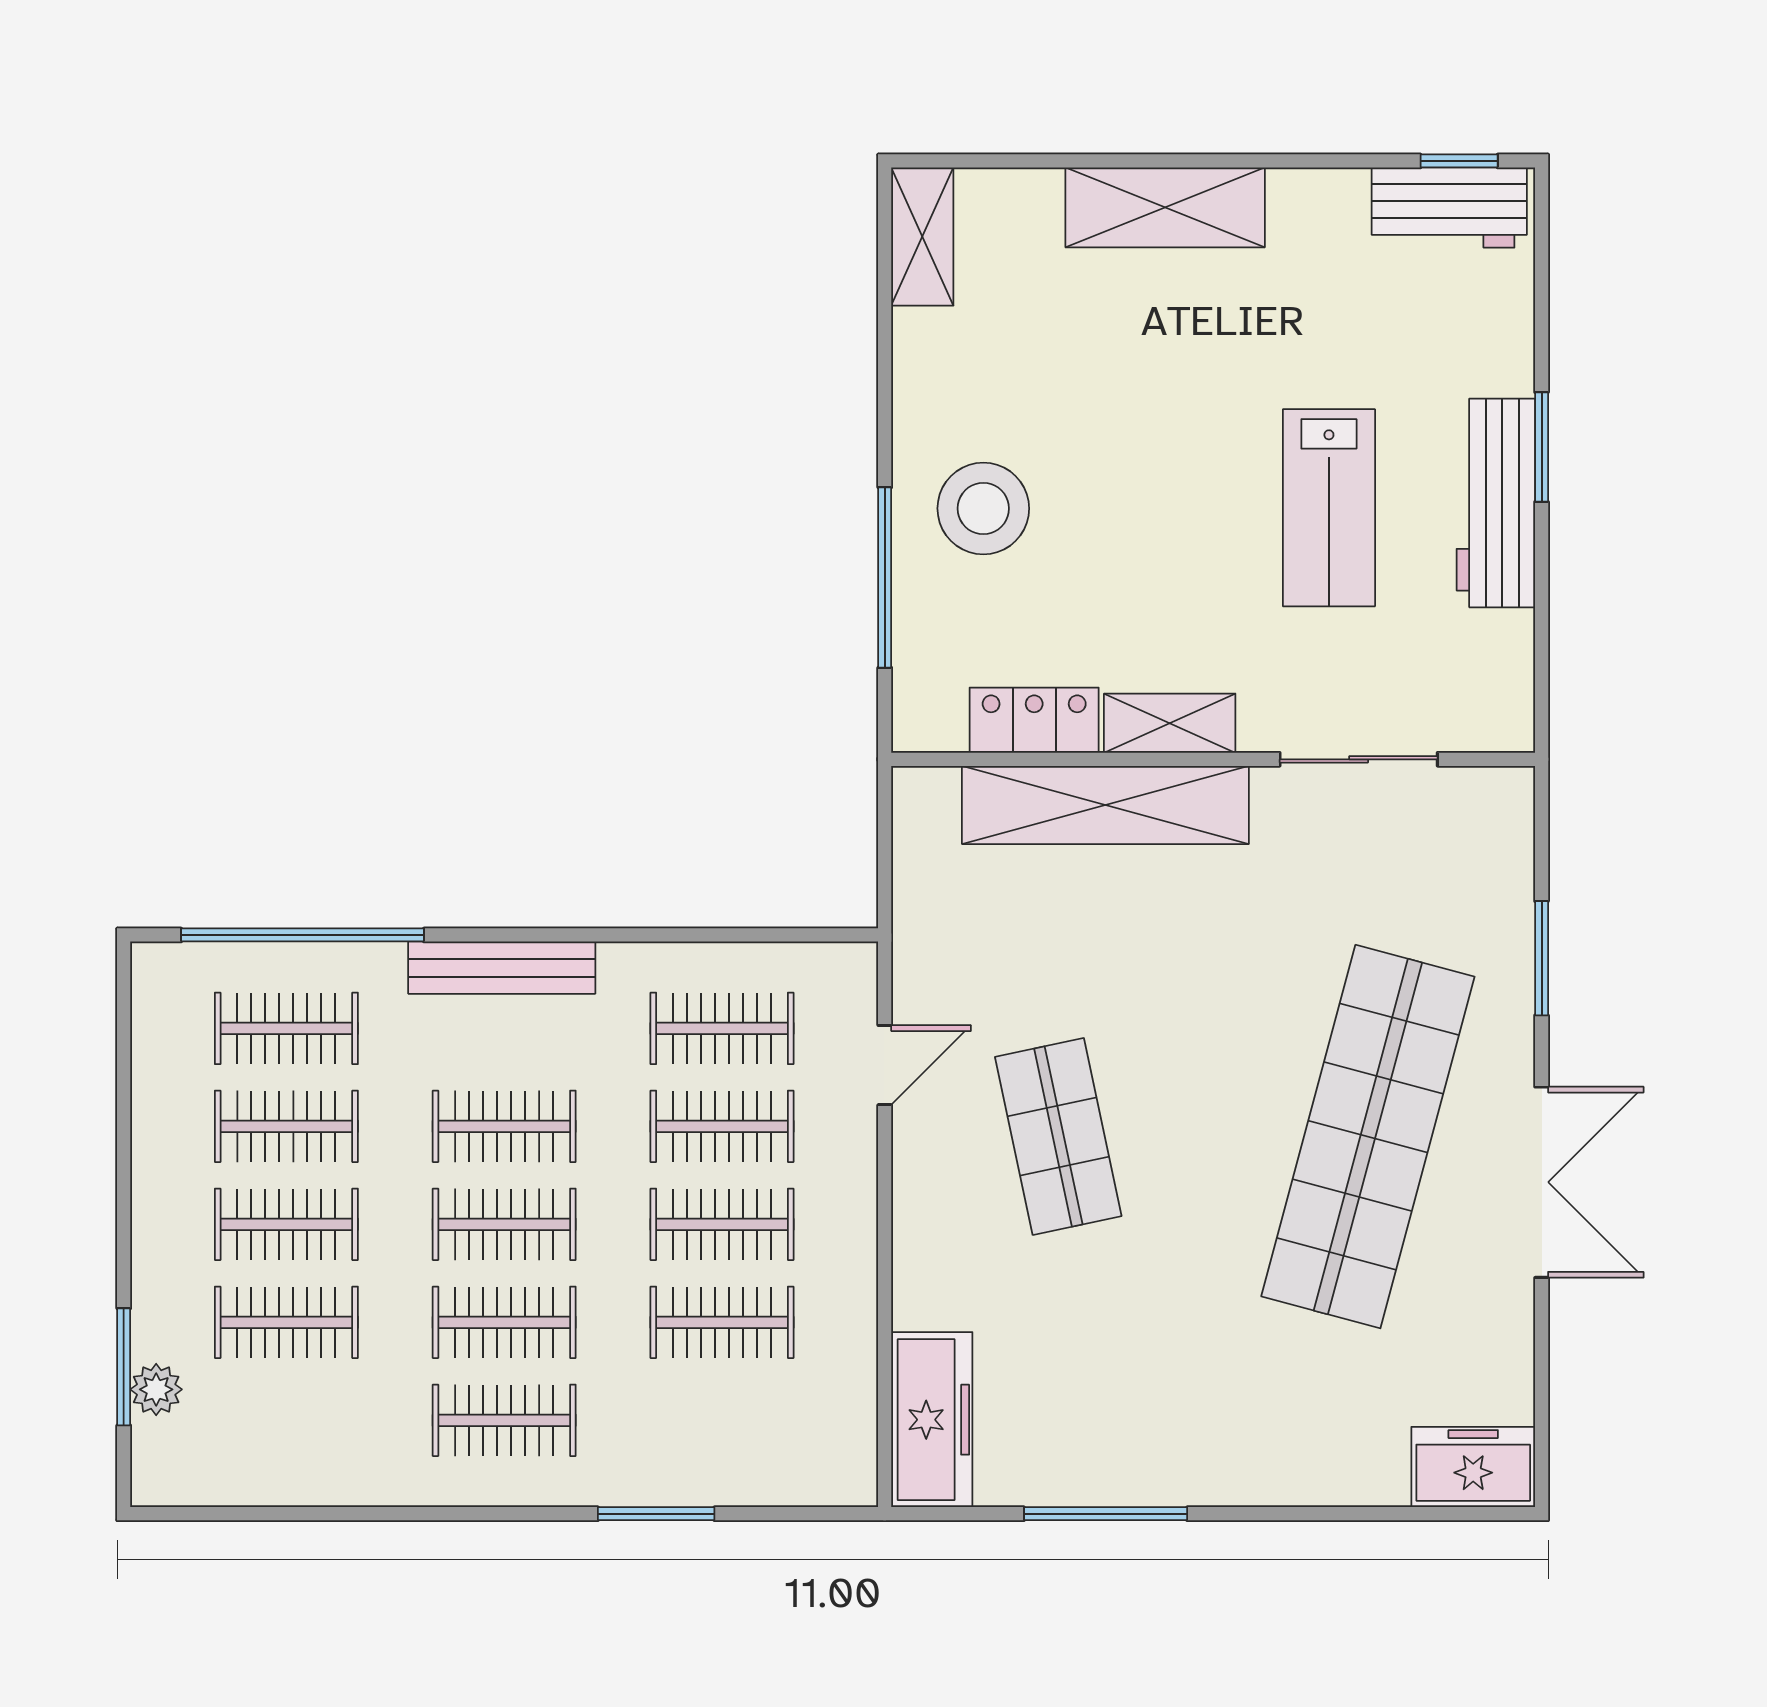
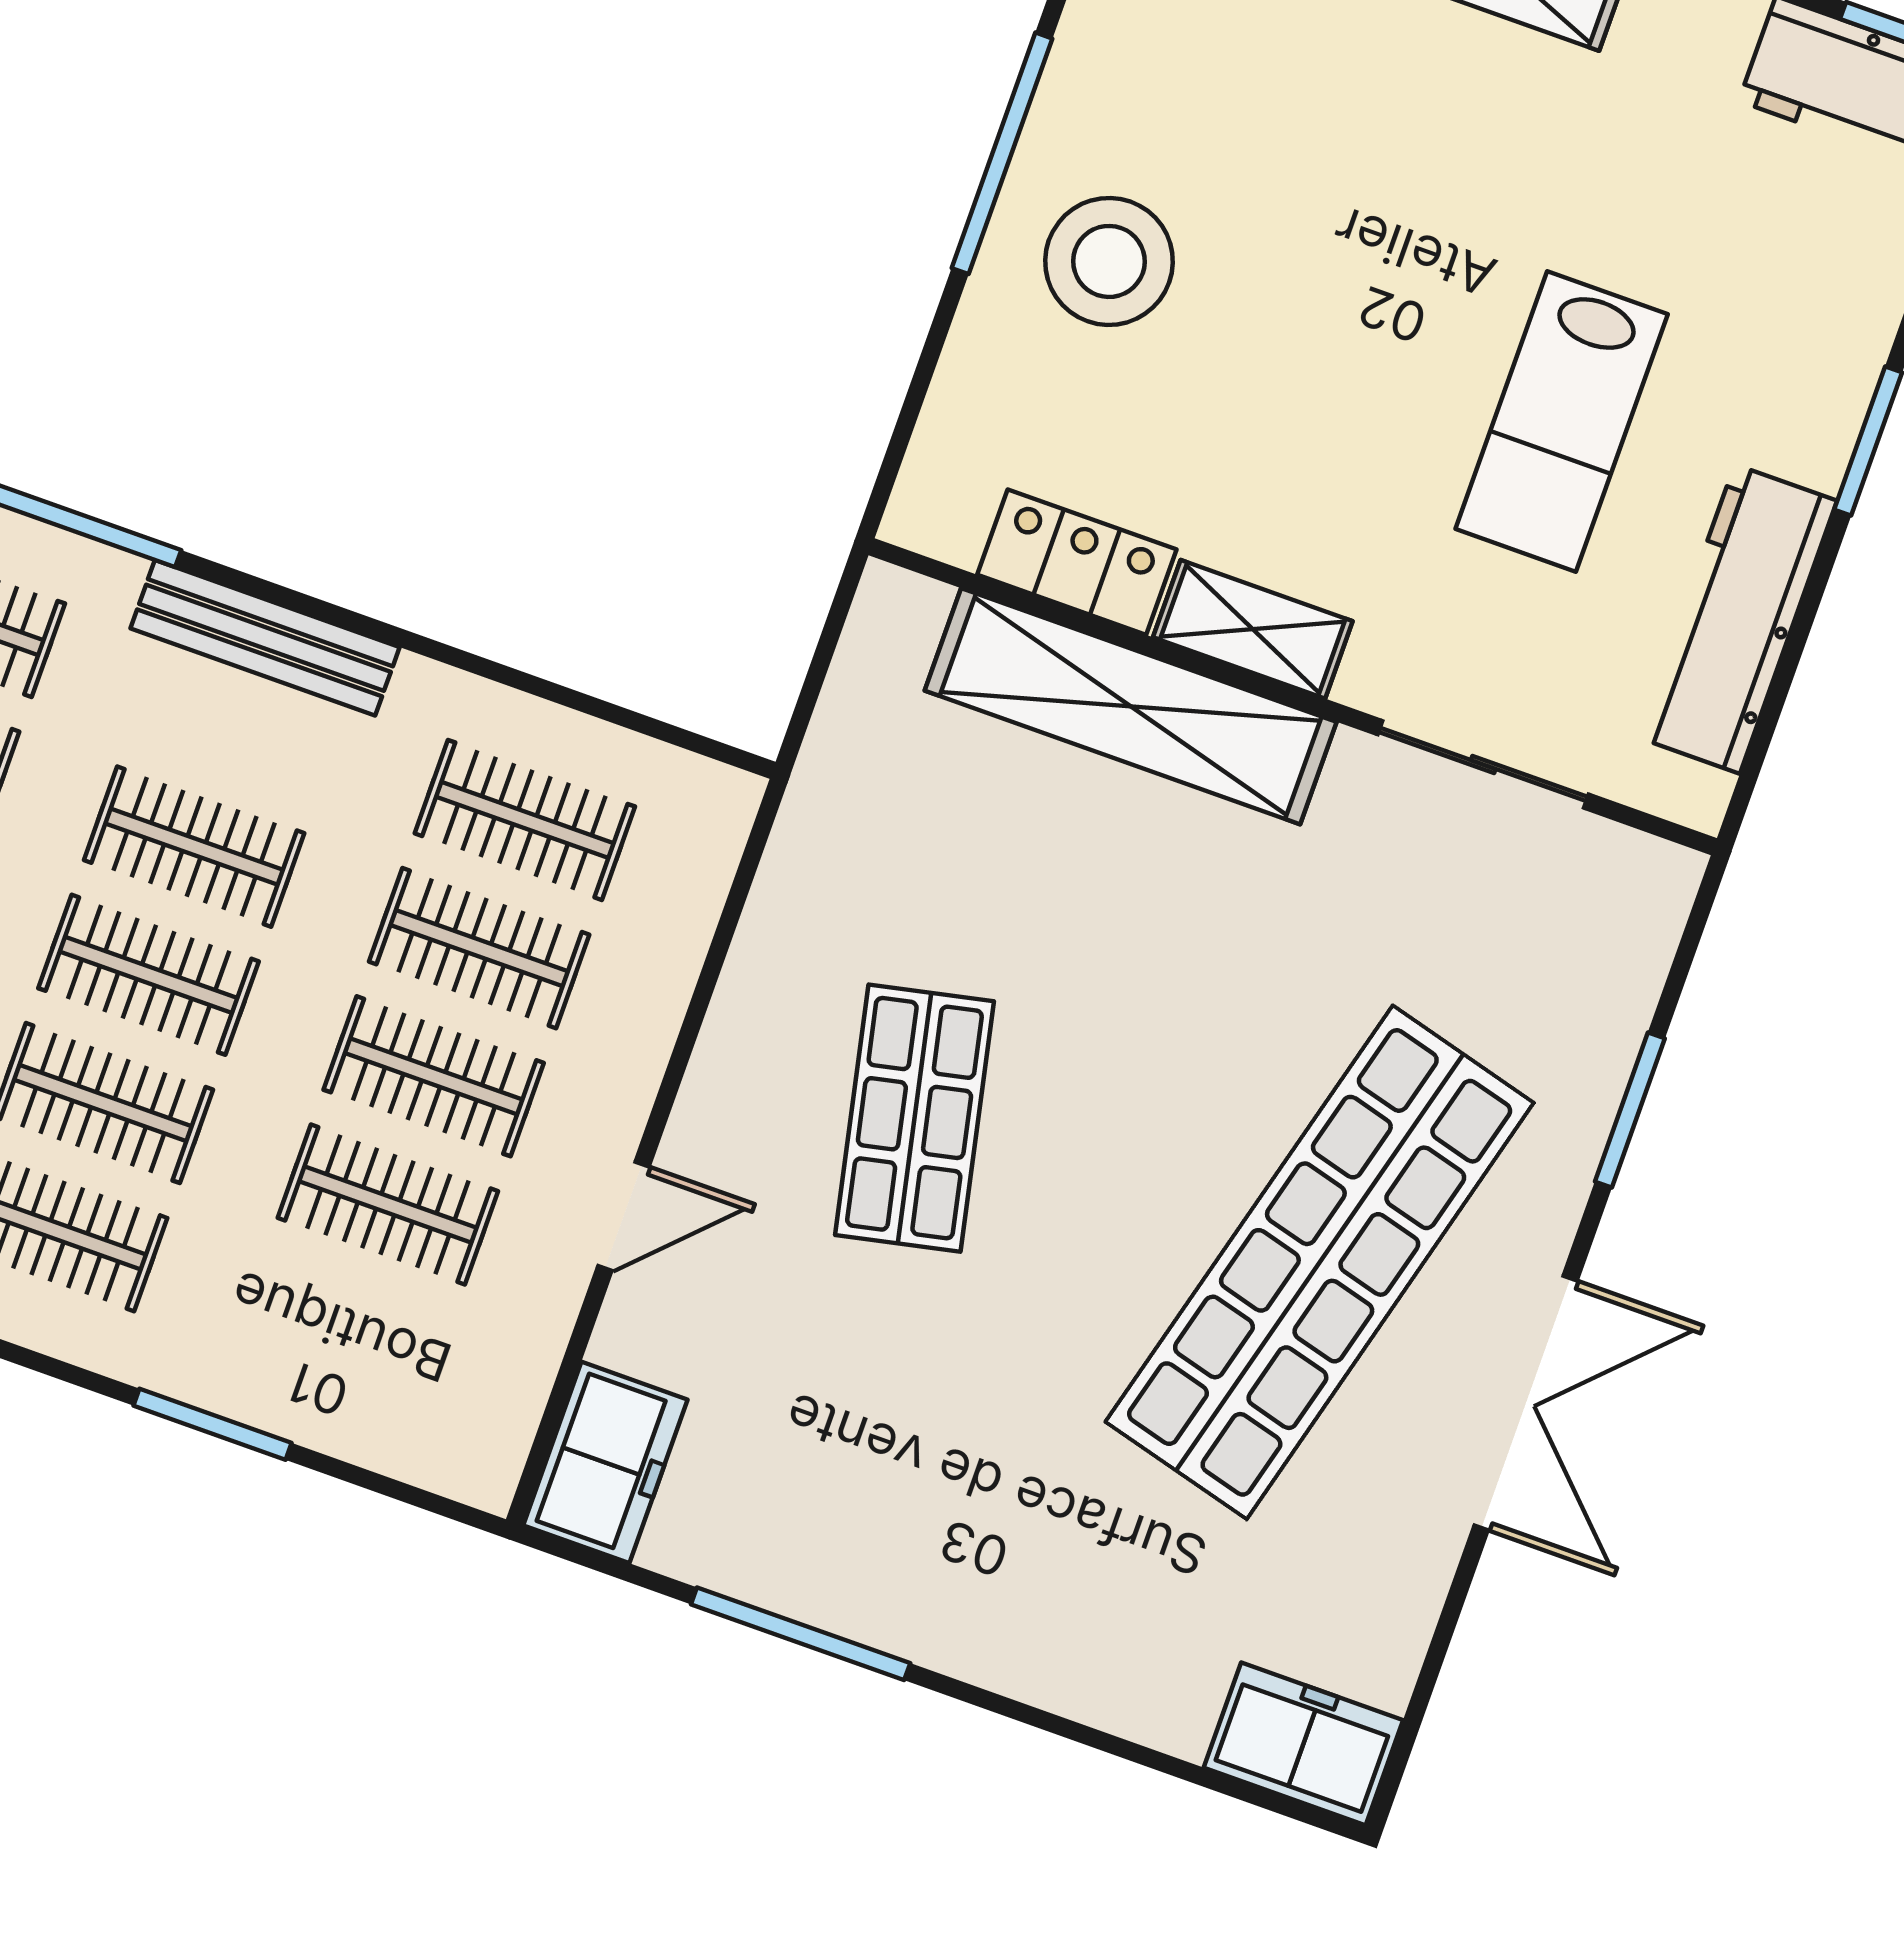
workbench: (1496, 503) -> (1737, 619), moved
window: (885, 577) -> (1002, 153), moved
door: (885, 1065) -> (624, 1216), moved
freezer: (932, 1420) -> (605, 1462), width x0.71

